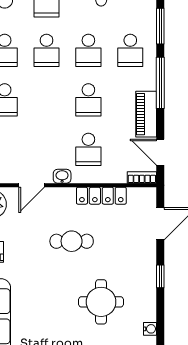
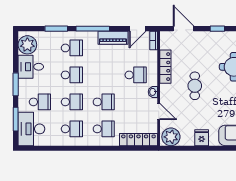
school desk: (88, 100) -> (104, 102), moved

